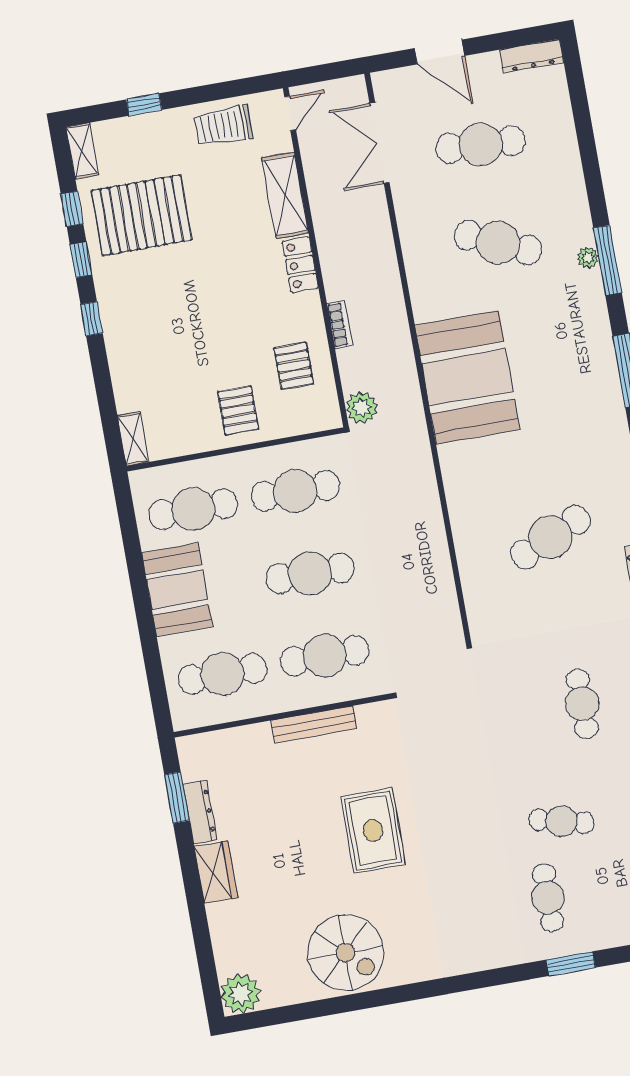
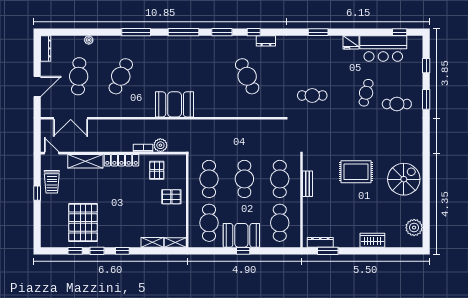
window: (144, 105) -> (37, 193), moved
shelving: (82, 151) -> (152, 242), moved
plant: (588, 258) -> (89, 40), moved
locker: (300, 265) -> (121, 160), width x1.53
pallet: (294, 366) -> (157, 170), turned 90
booth: (467, 377) -> (175, 104), width x0.73, depth x0.70
plant: (362, 408) -> (160, 145), moved
window: (142, 600) -> (243, 251), added
cafe table: (582, 704) -> (312, 95), moved
bench: (314, 724) -> (308, 184), width x0.73
dresser: (200, 812) -> (320, 242), moved
wardrobe: (216, 872) -> (372, 240), moved
spiral stairs: (345, 953) -> (404, 179), moved
plant: (241, 994) -> (414, 228), moved

